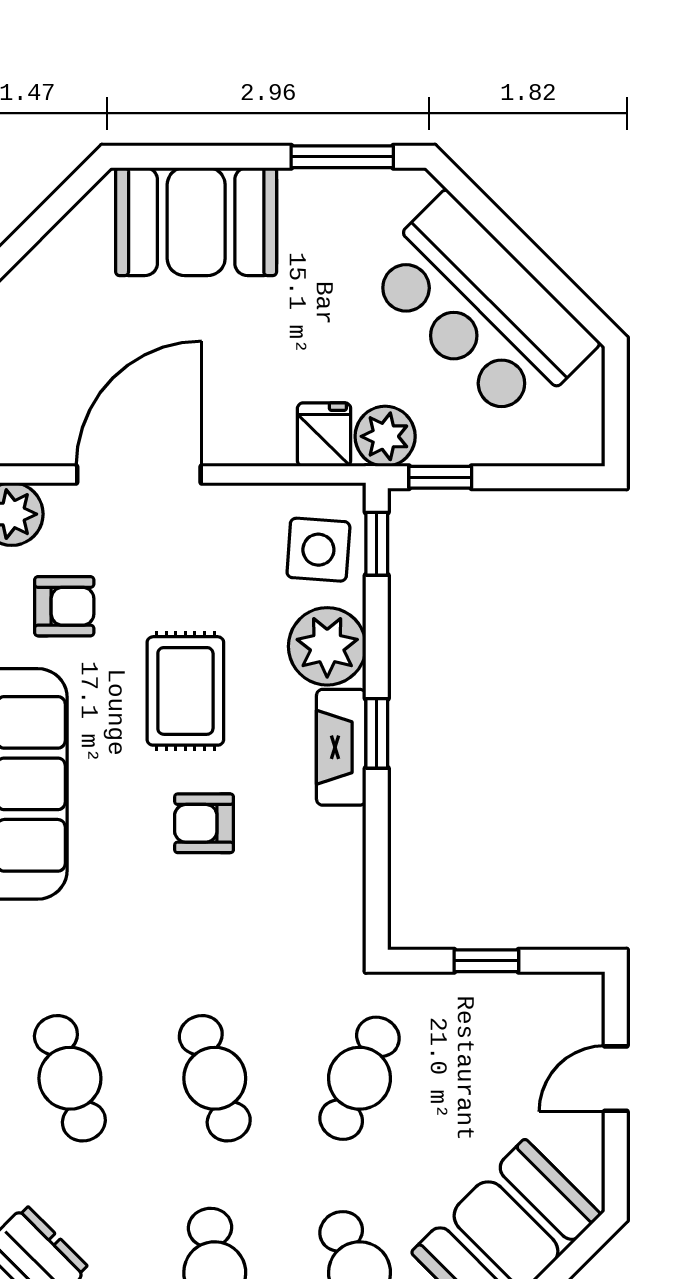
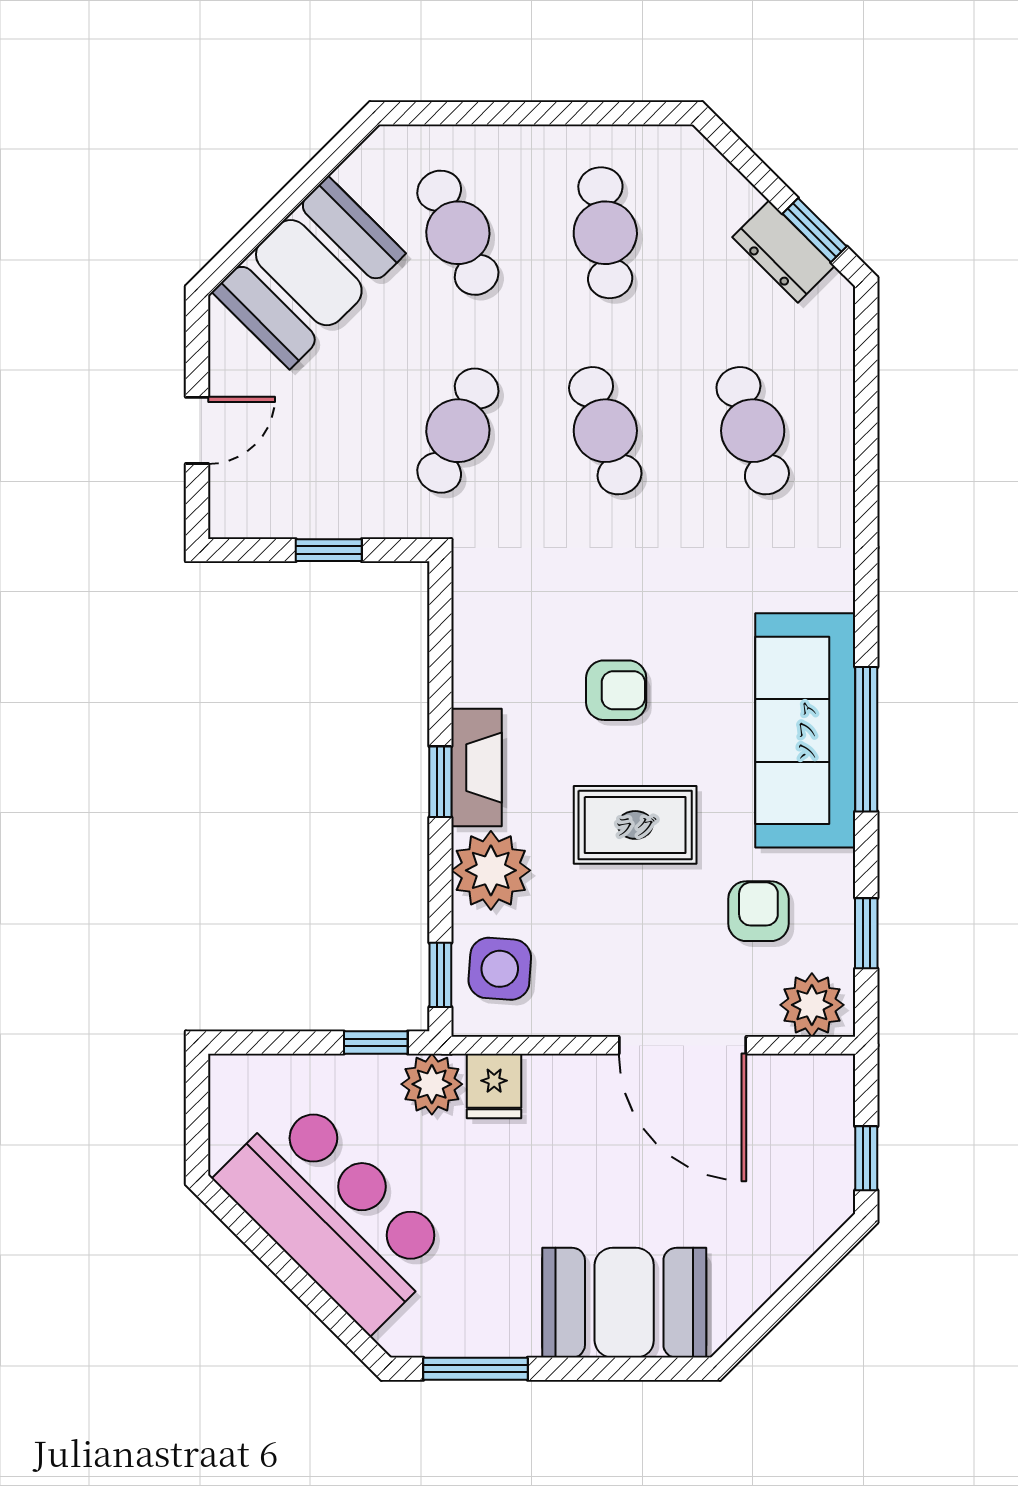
door: (139, 475) -> (683, 1045), hinge flipped
armchair: (64, 606) -> (758, 911), turned 90
rug: (185, 691) -> (635, 825), turned 90

